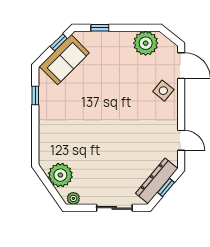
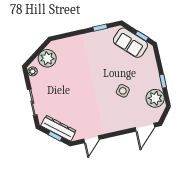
window: (100, 28) -> (163, 81), moved
side table: (163, 91) -> (123, 91), moved

